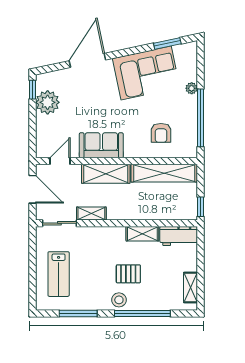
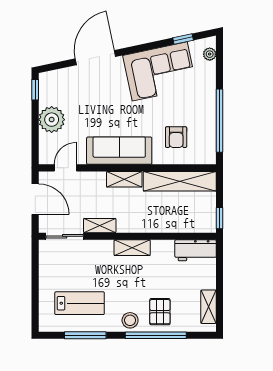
window: (167, 43) -> (183, 39), width x0.67
plant: (192, 88) -> (210, 54), moved
plant: (48, 102) -> (52, 120), moved
sofa: (101, 145) -> (119, 151), width x1.36
shelving: (106, 174) -> (124, 179), width x0.67, depth x0.75
shelving: (142, 234) -> (132, 248), moved
lab bench: (59, 274) -> (80, 303), moved, turned -90
pallet: (128, 274) -> (160, 312), moved, turned 90

